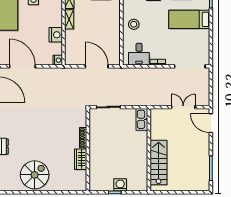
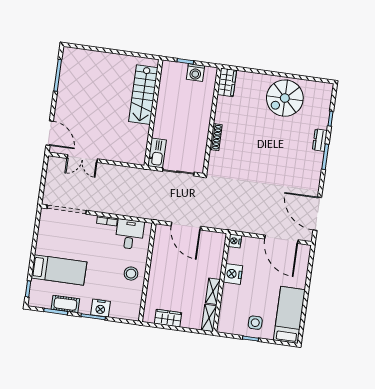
kitchen sink: (142, 119) -> (157, 153), moved
wall: (149, 150) -> (153, 113), moved
wardrobe: (81, 159) -> (227, 82), moved
stairs: (159, 162) -> (143, 95), moved
washing machine: (120, 185) -> (195, 72), moved

